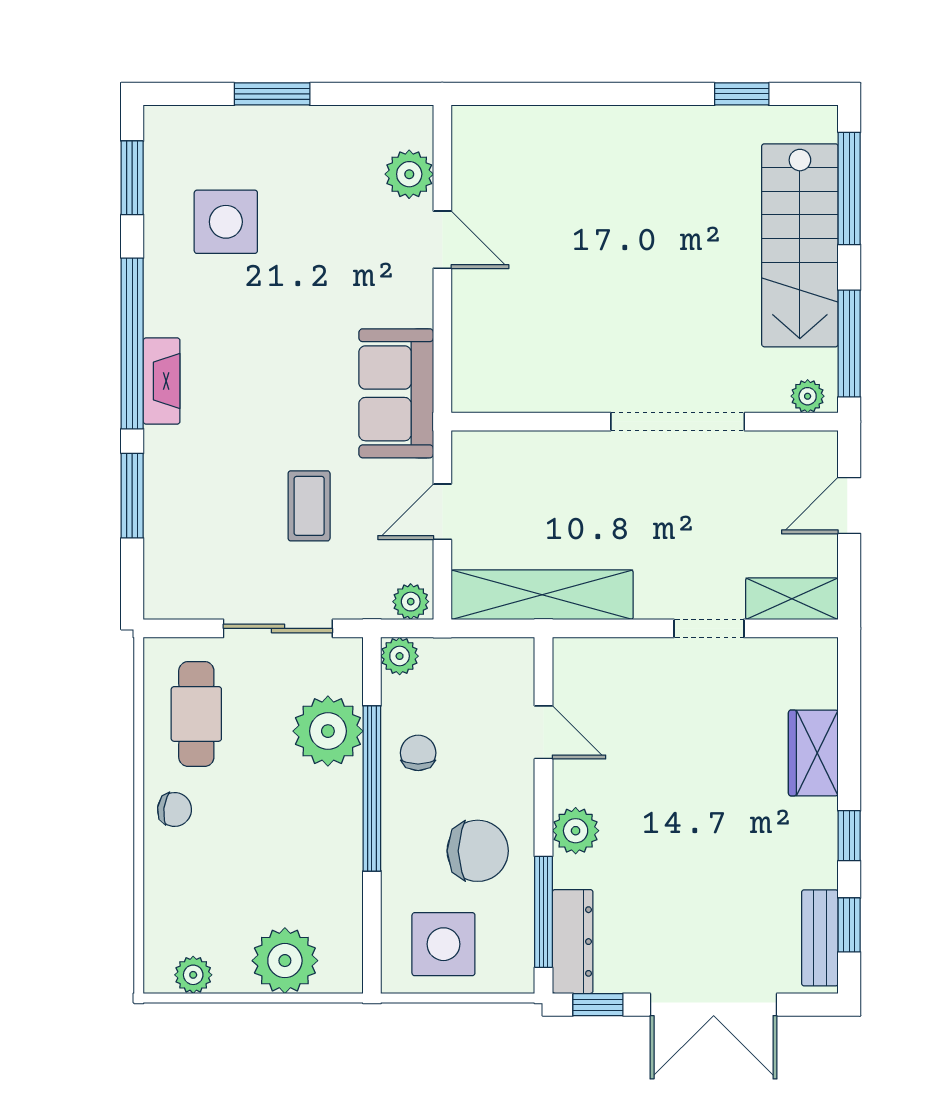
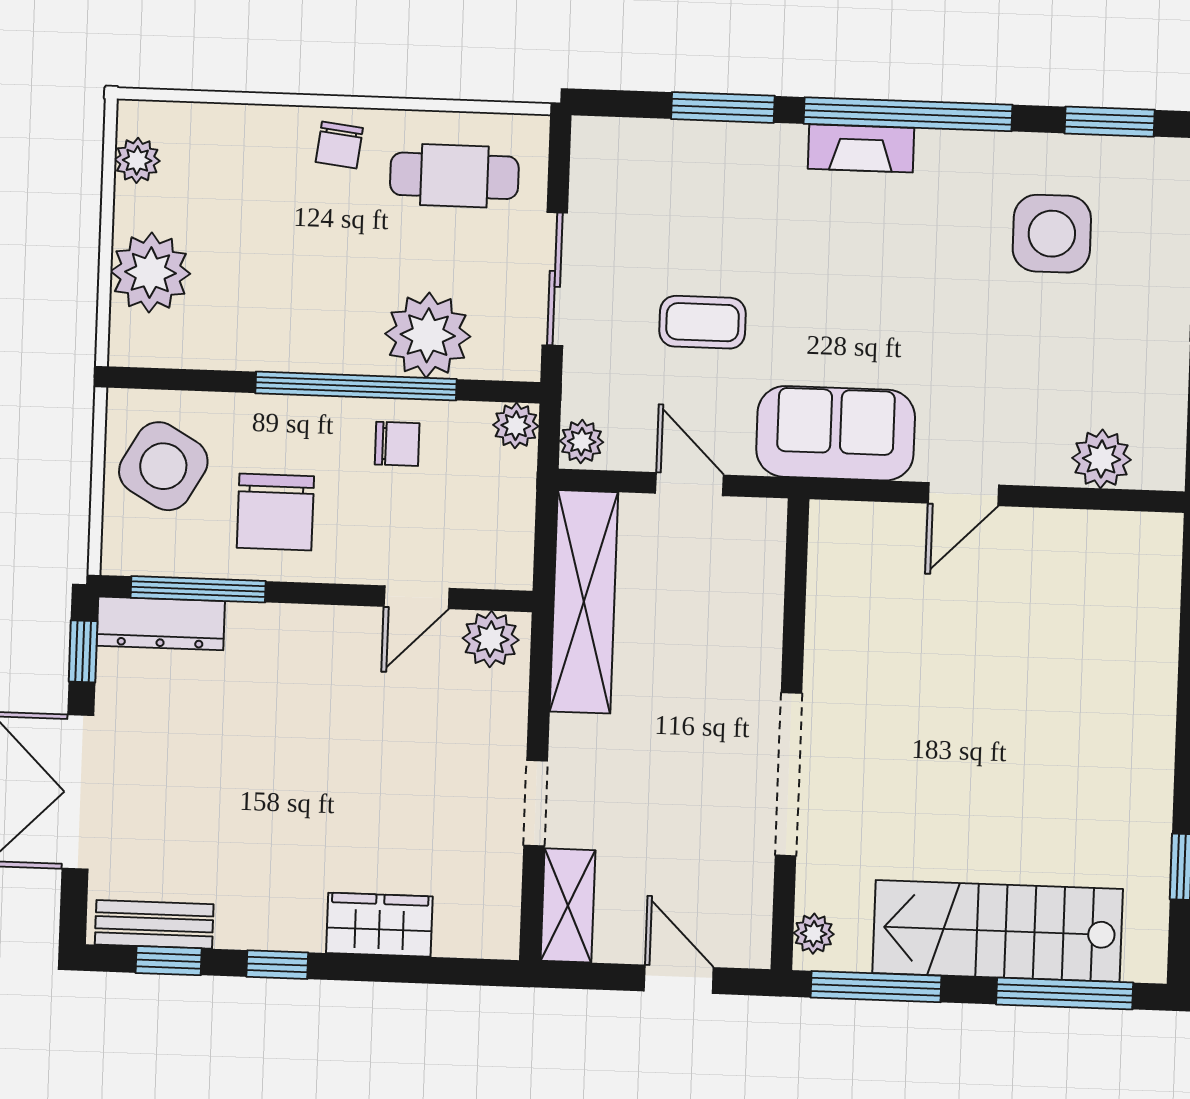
door: (442, 240) -> (963, 494), moved
plant: (576, 831) -> (491, 639), moved
side table: (443, 944) -> (163, 466), turned 30

